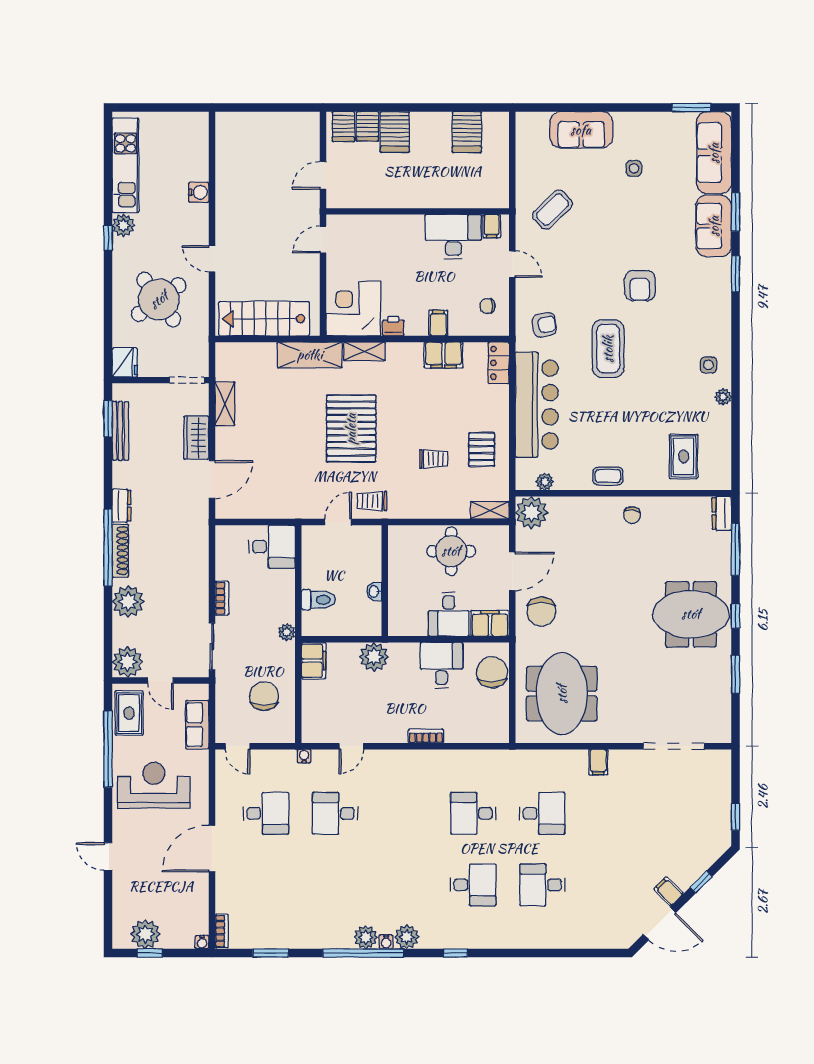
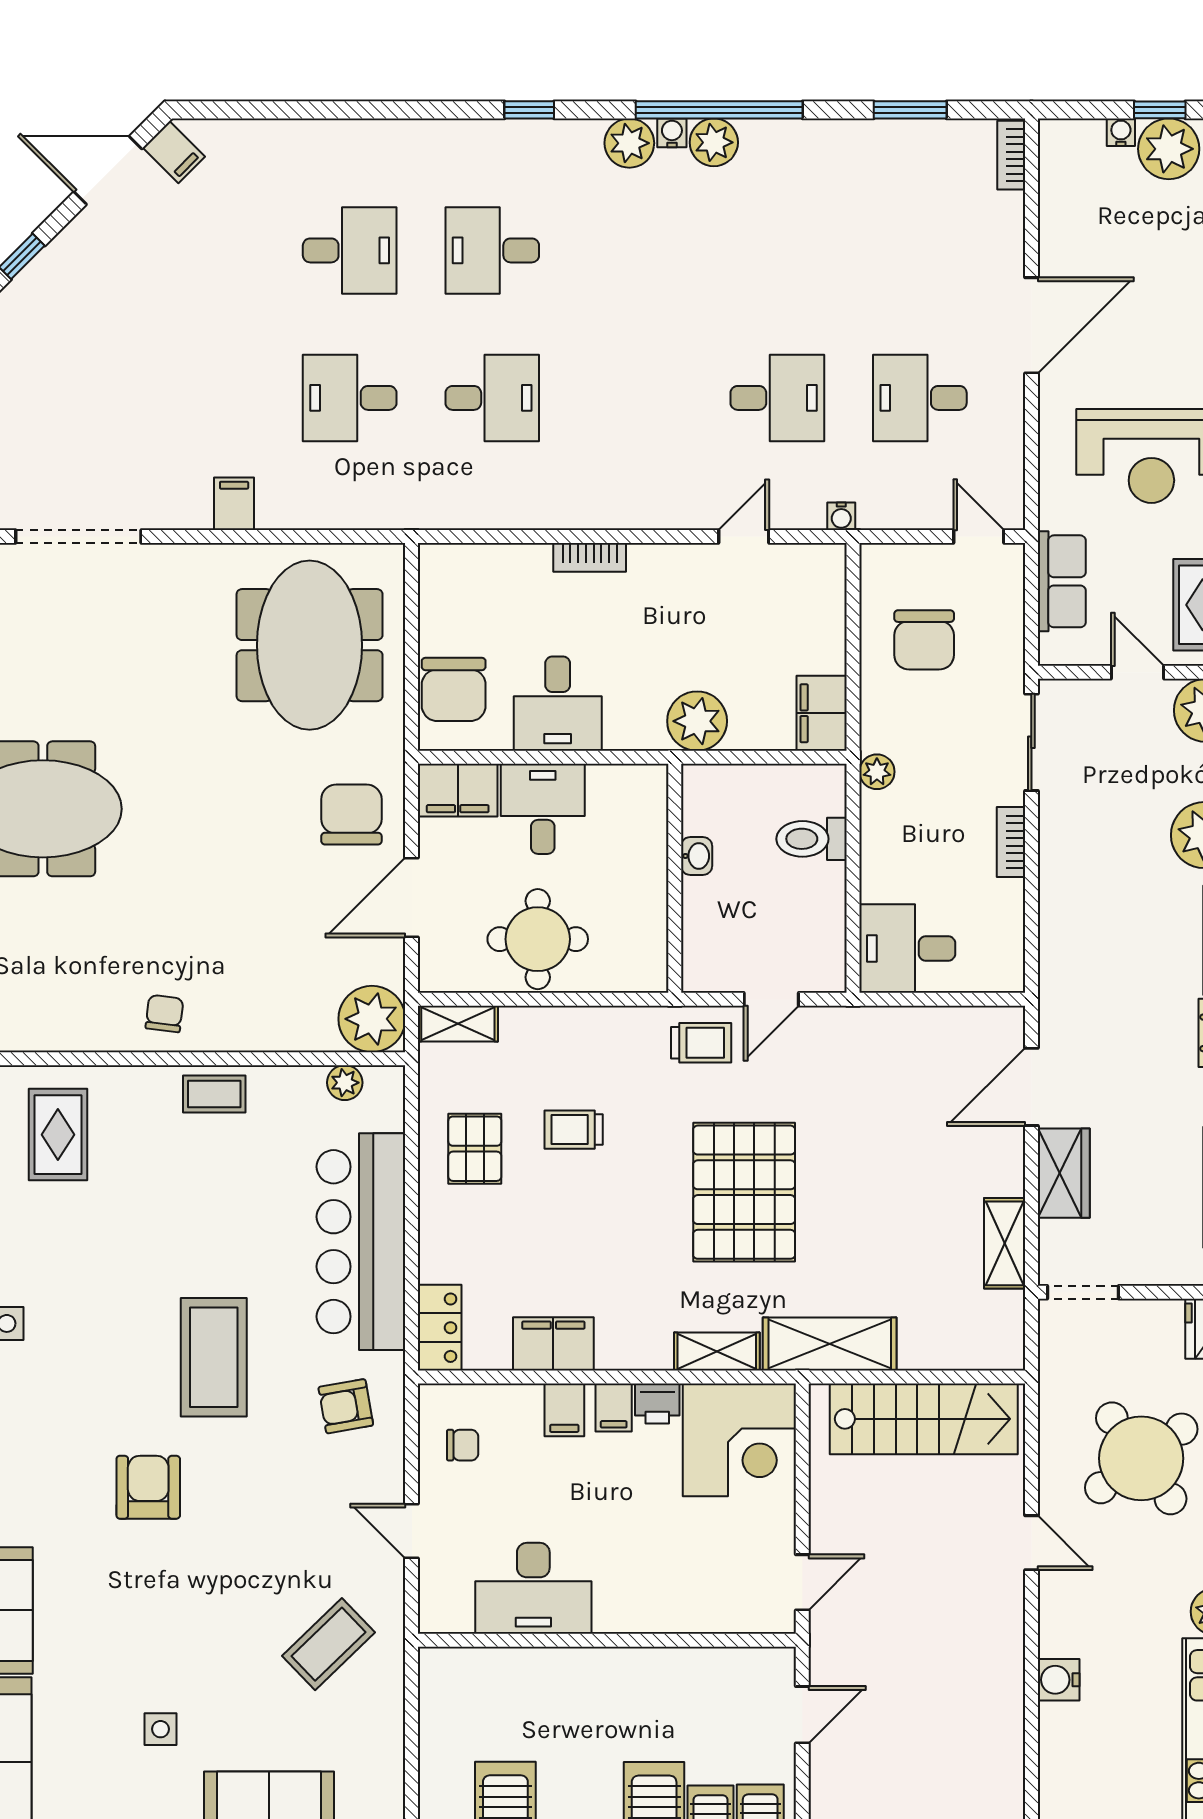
filing cabinet: (492, 226) -> (614, 1408), moved, turned 180
filing cabinet: (669, 891) -> (174, 152), moved
water cooler: (202, 942) -> (1121, 132), moved

